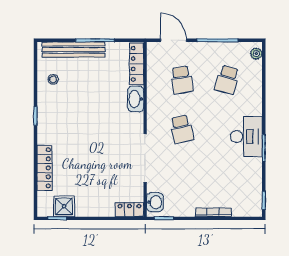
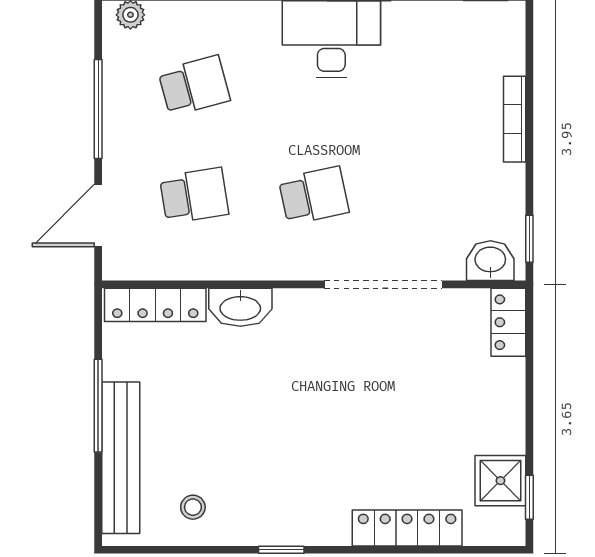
school desk: (227, 80) -> (194, 86), turned -30

